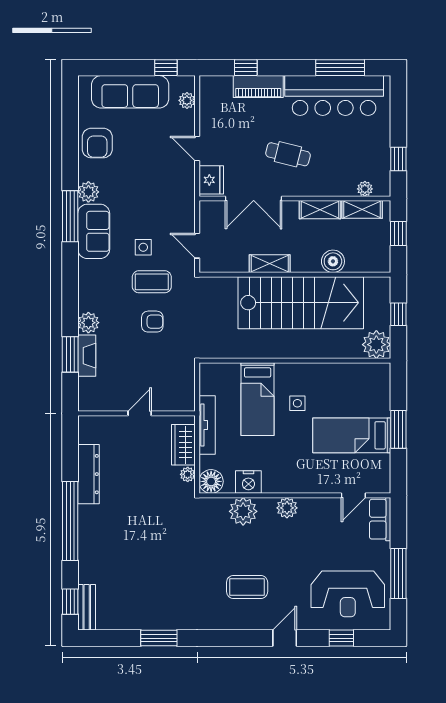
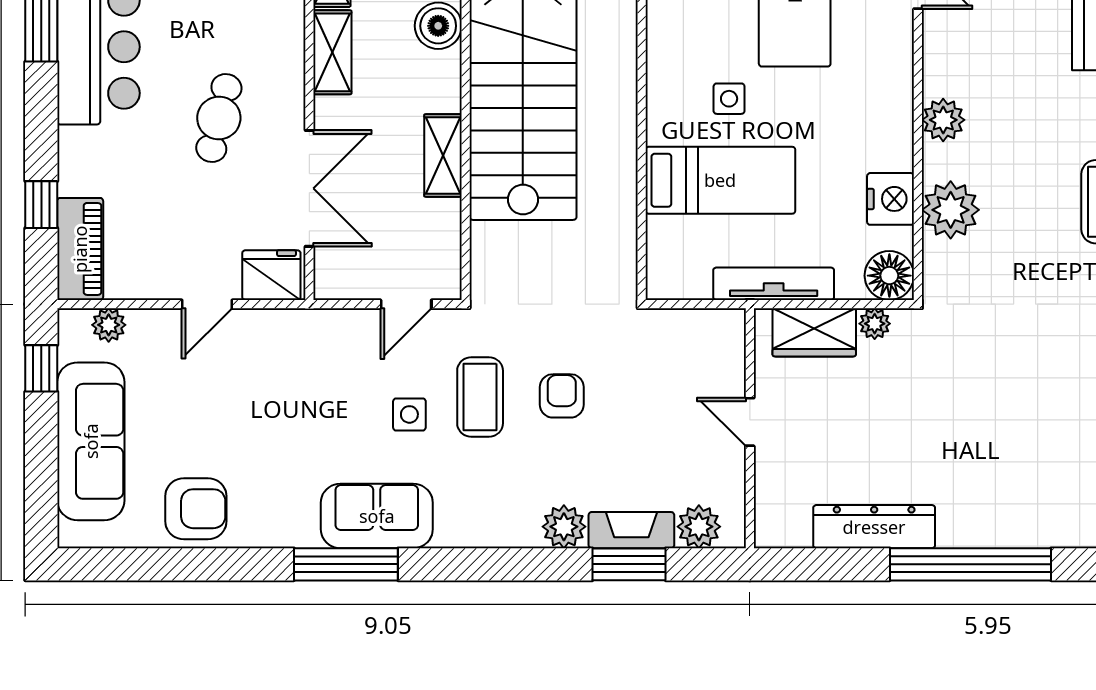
piano: (258, 87) -> (80, 249), moved
plant: (88, 192) -> (699, 527), moved

